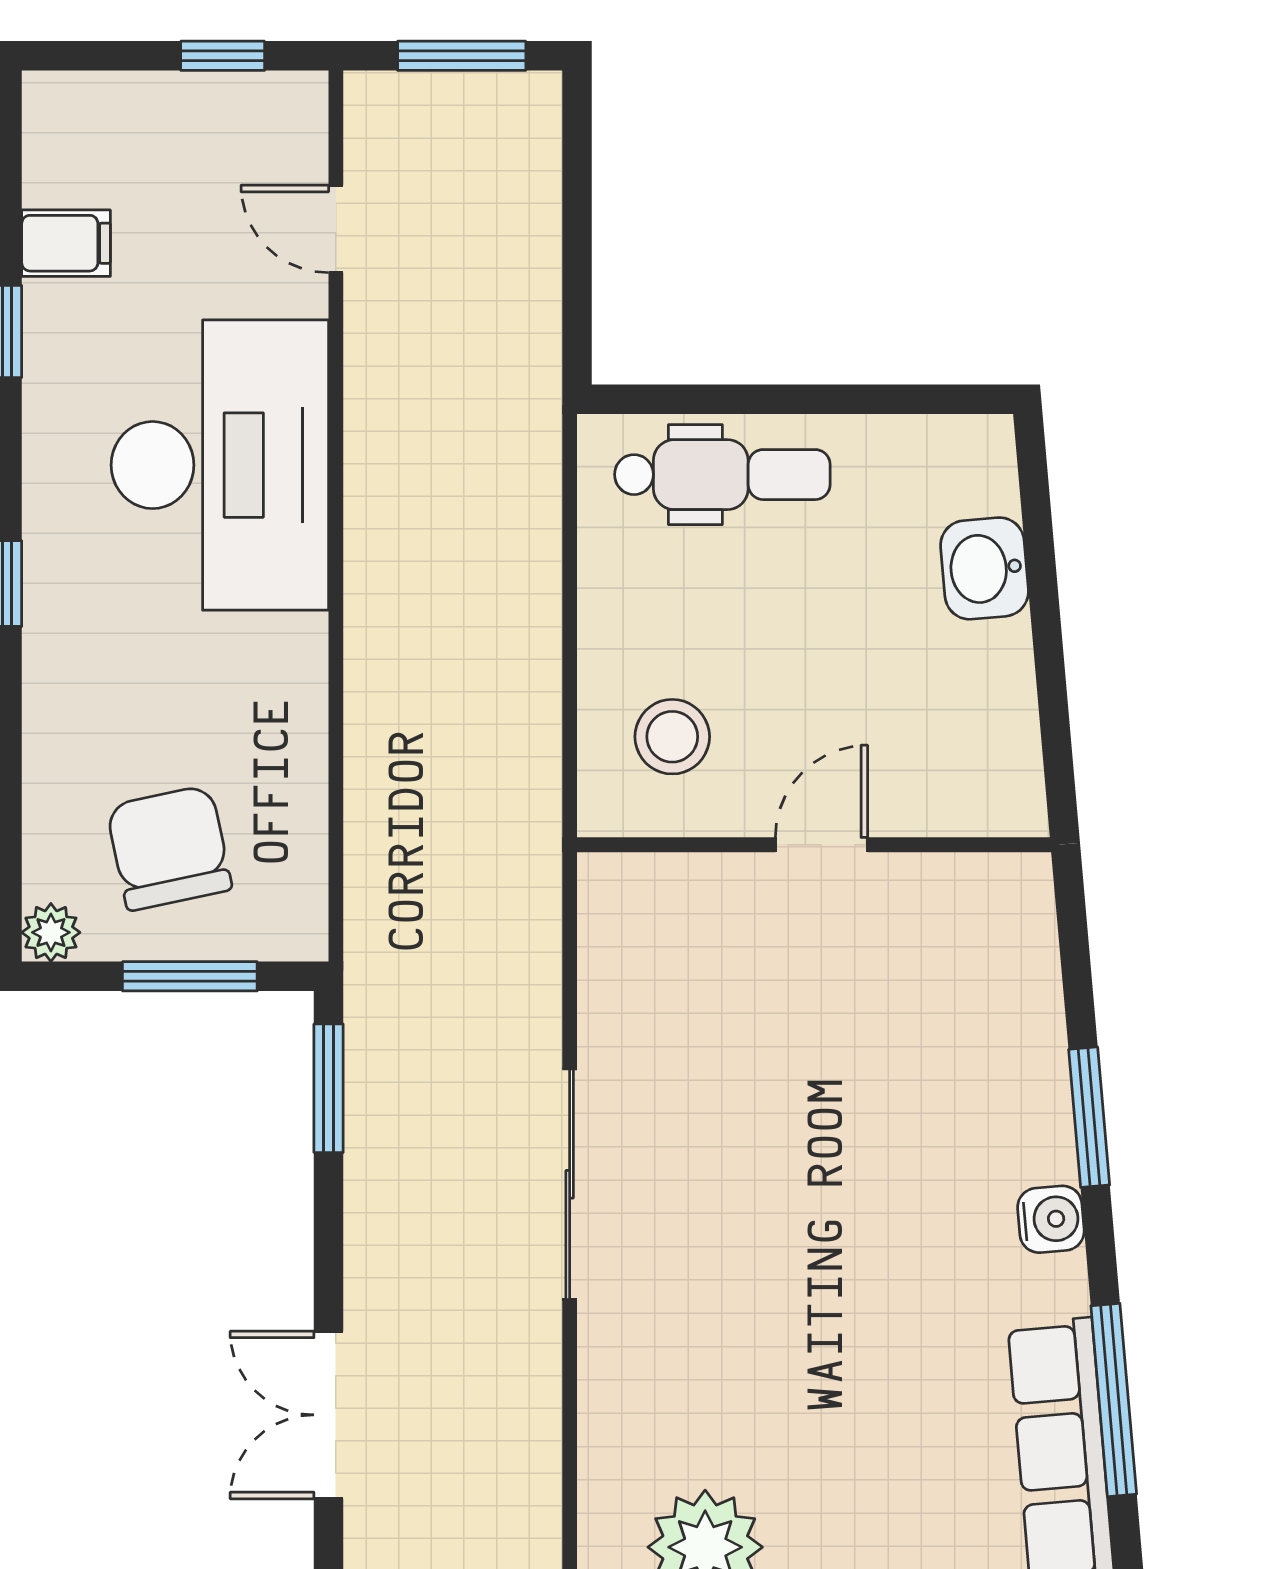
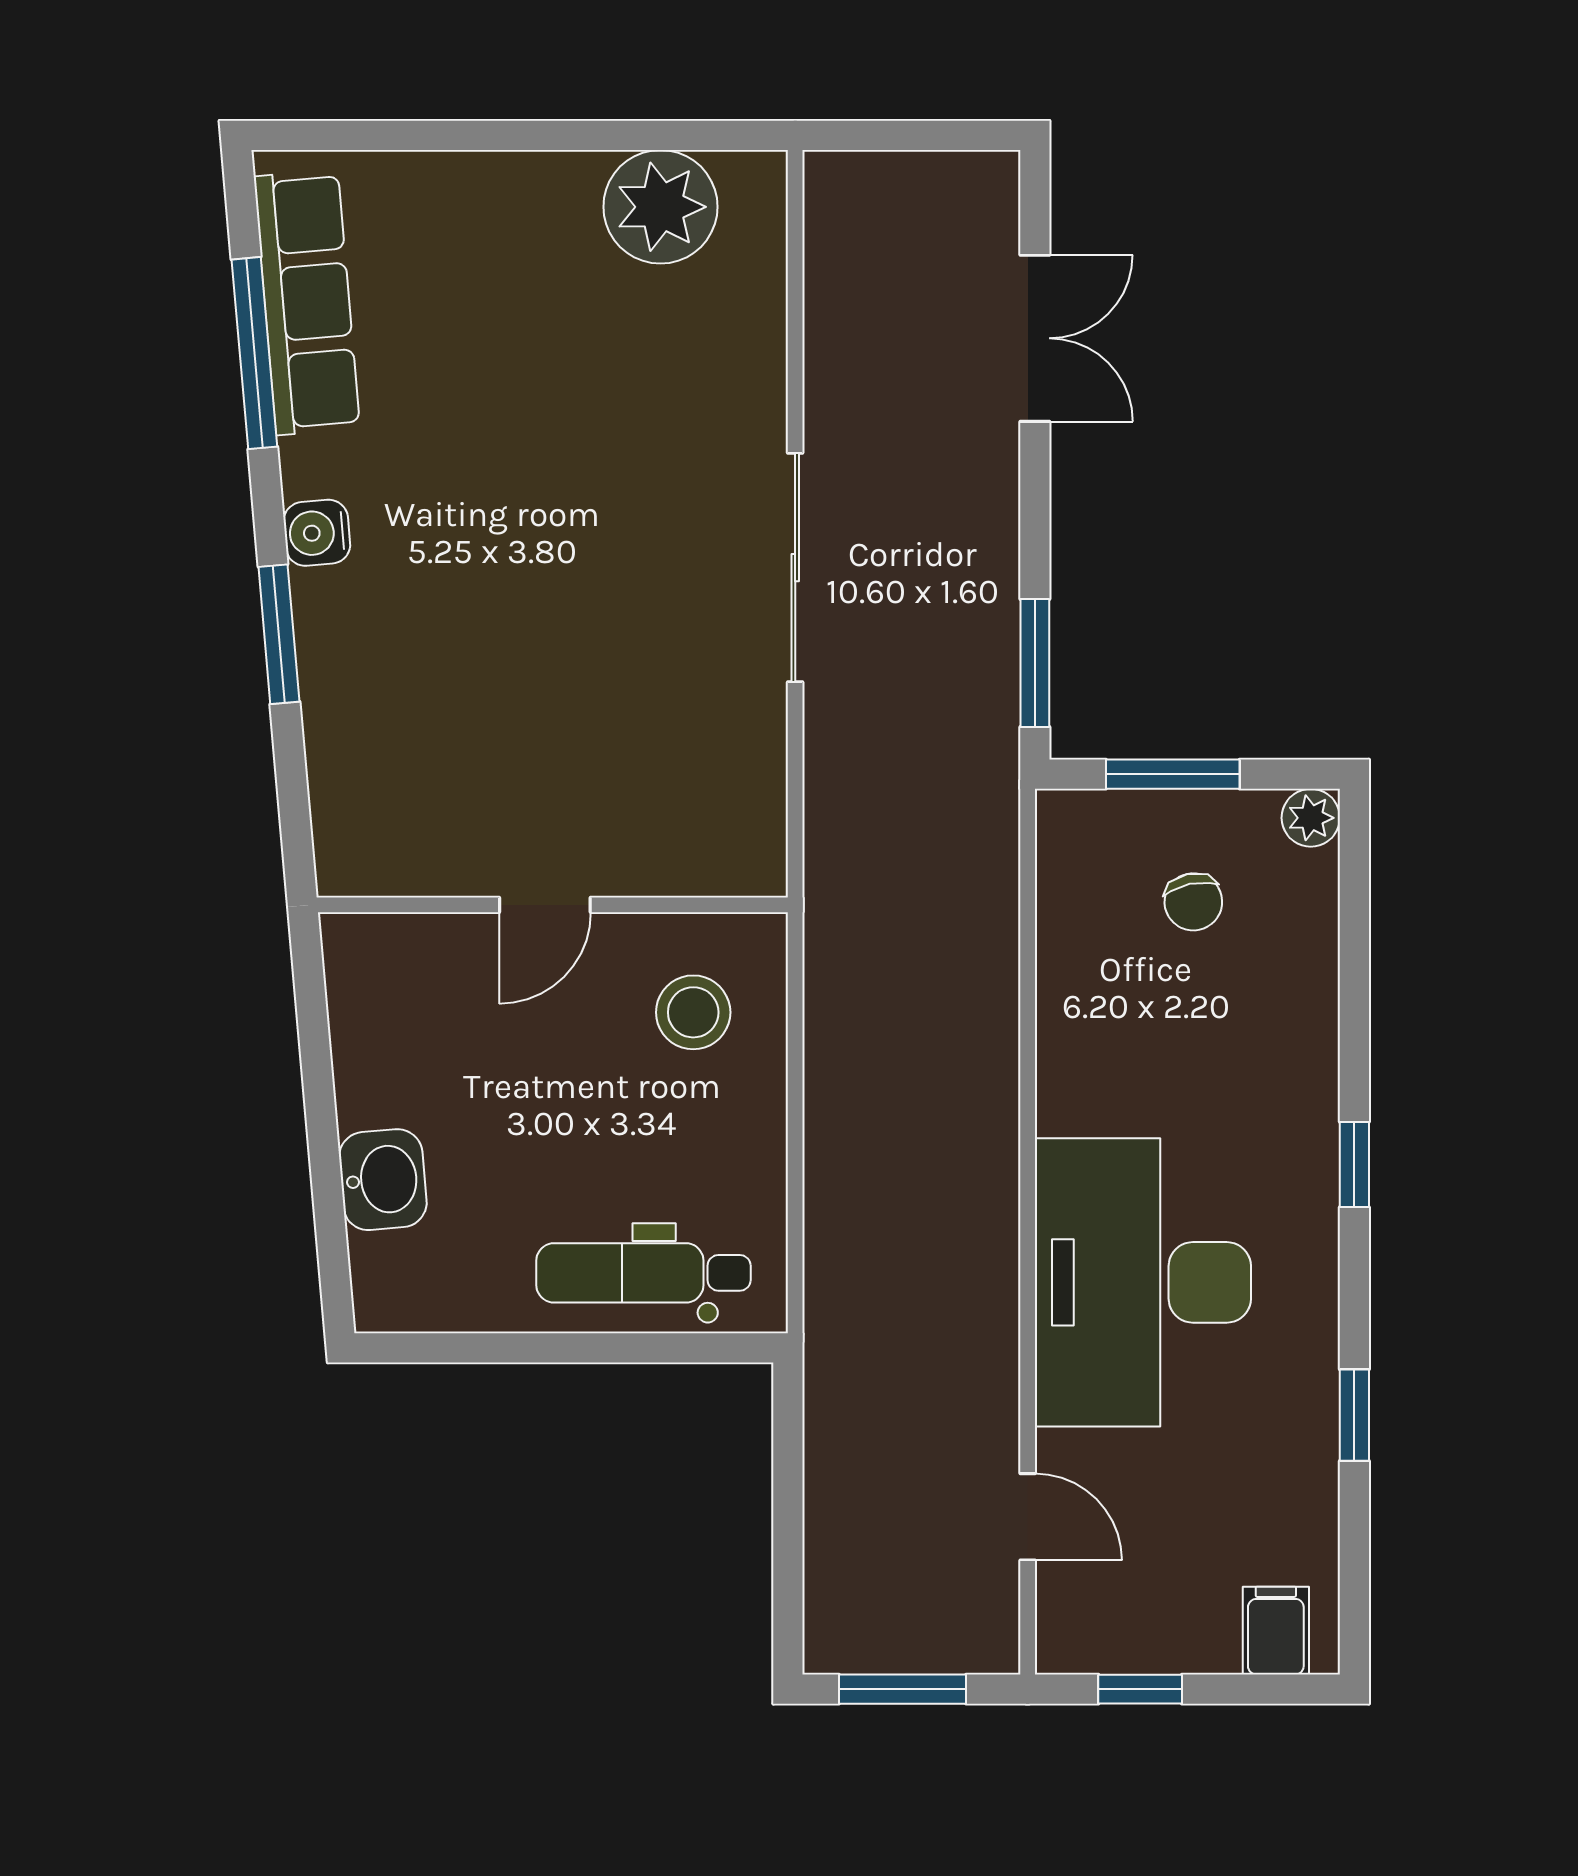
filing cabinet: (66, 243) -> (1276, 1631), moved, turned 90
chair: (169, 848) -> (1193, 902), width x0.54, depth x0.54

